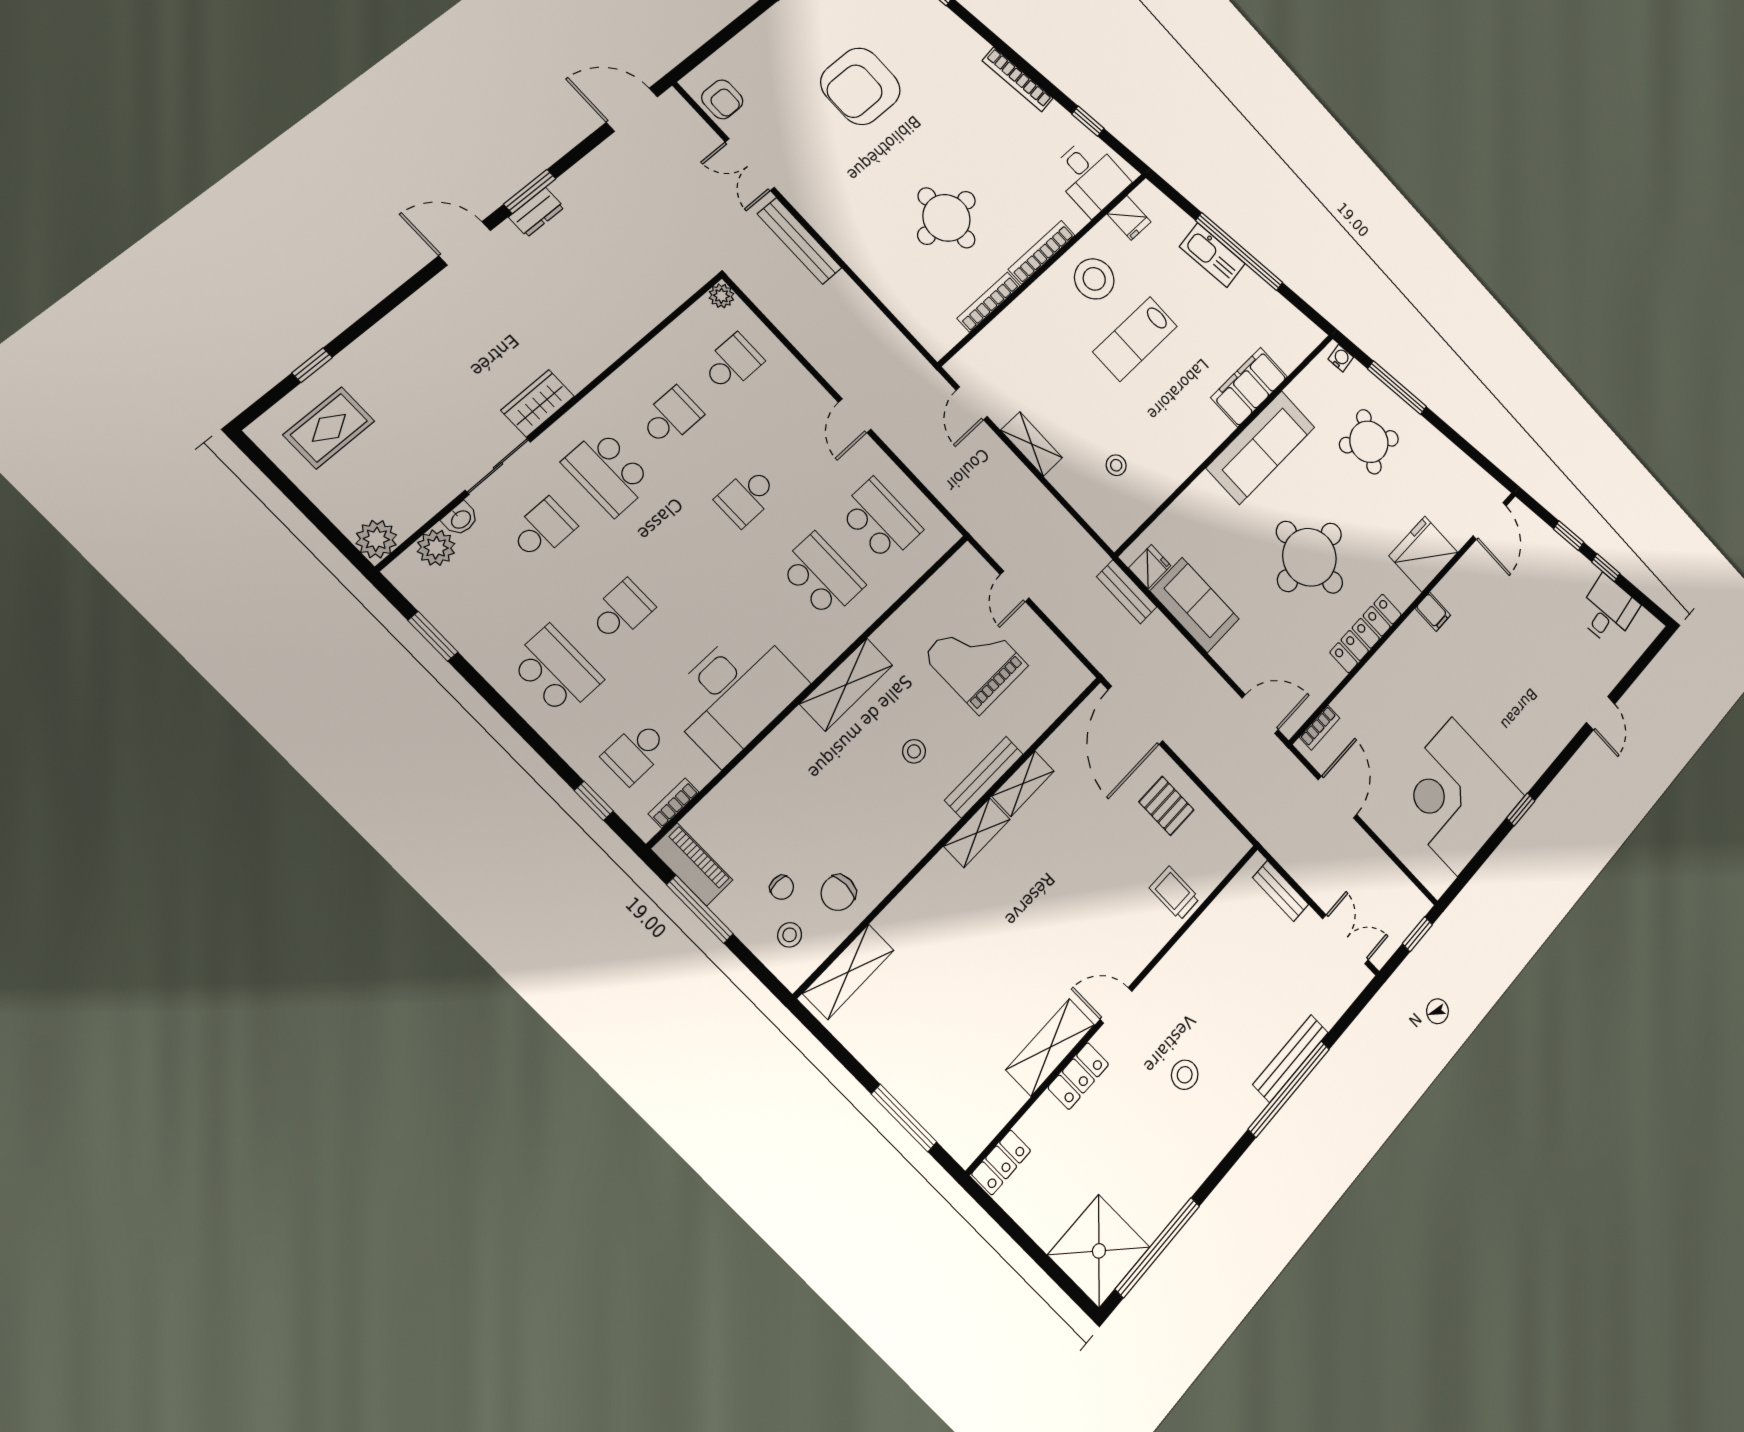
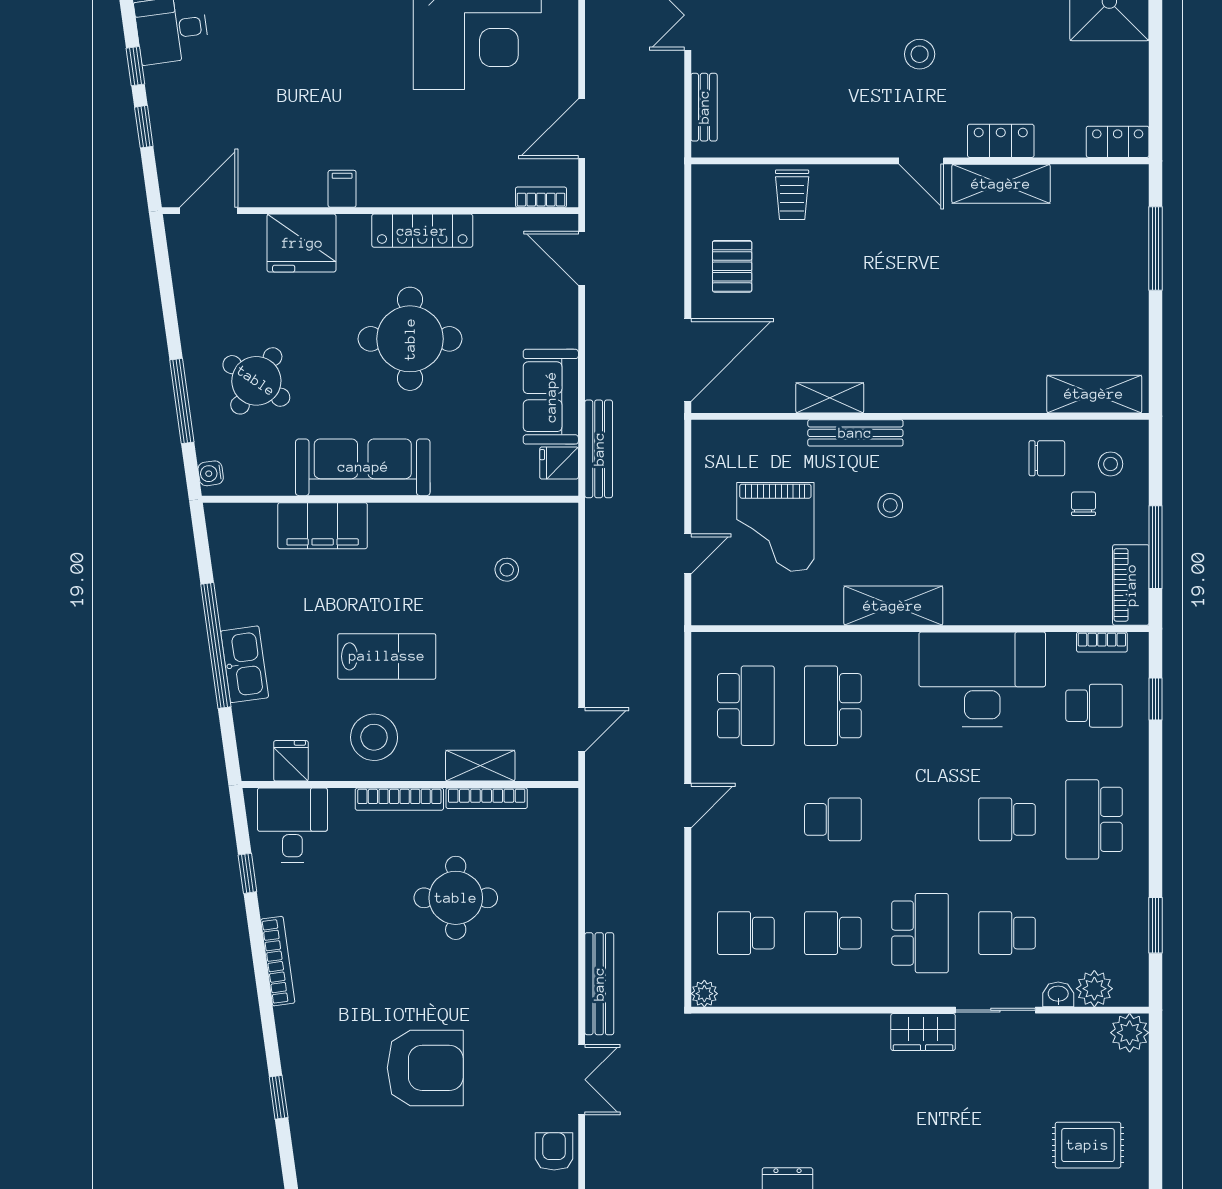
shelving: (1032, 444) -> (480, 766), moved, turned 90
school desk: (880, 520) -> (746, 706), turned 180
bench: (1127, 592) -> (599, 449), width x1.36
shelving: (977, 833) -> (902, 397), removed

